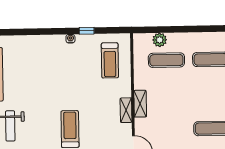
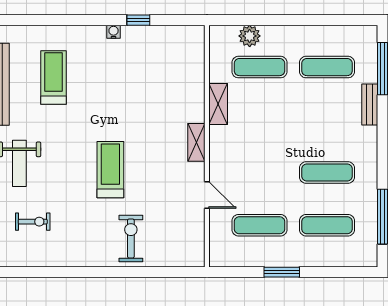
treadmill: (110, 60) -> (53, 77), moved, turned 180
shelving: (140, 104) -> (218, 104), moved

